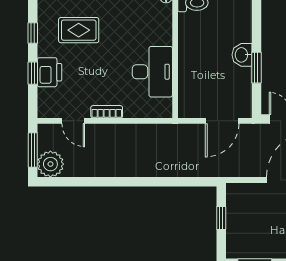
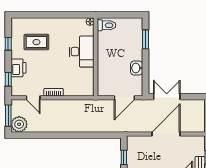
washbasin: (242, 55) -> (137, 68), moved
window: (256, 68) -> (145, 39), moved
desk: (152, 72) -> (82, 52), moved
window: (33, 73) -> (8, 79), moved

